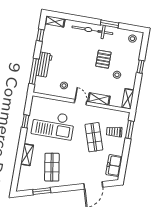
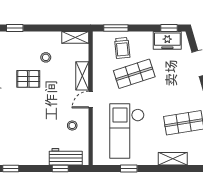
workbench: (44, 65) -> (66, 157), moved
window: (140, 67) -> (15, 28), moved
window: (34, 71) -> (60, 169), width x0.46
checkout: (53, 125) -> (127, 131), turned 180
window: (123, 168) -> (169, 28), added

